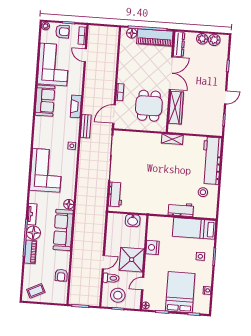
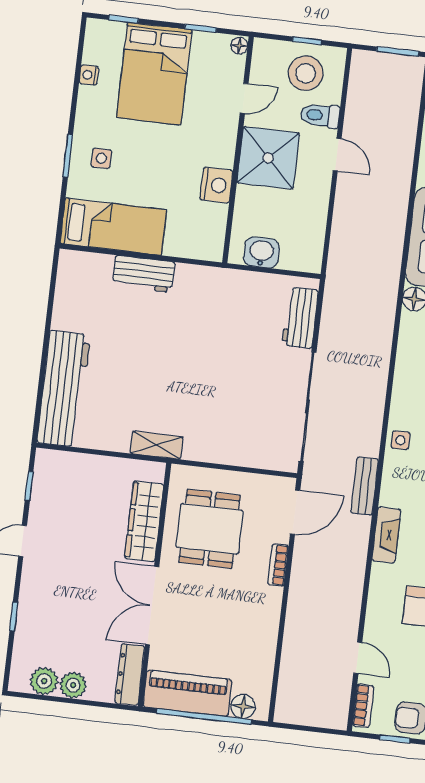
stool: (203, 192) -> (88, 313), removed
door: (103, 262) -> (337, 155), swing flipped

